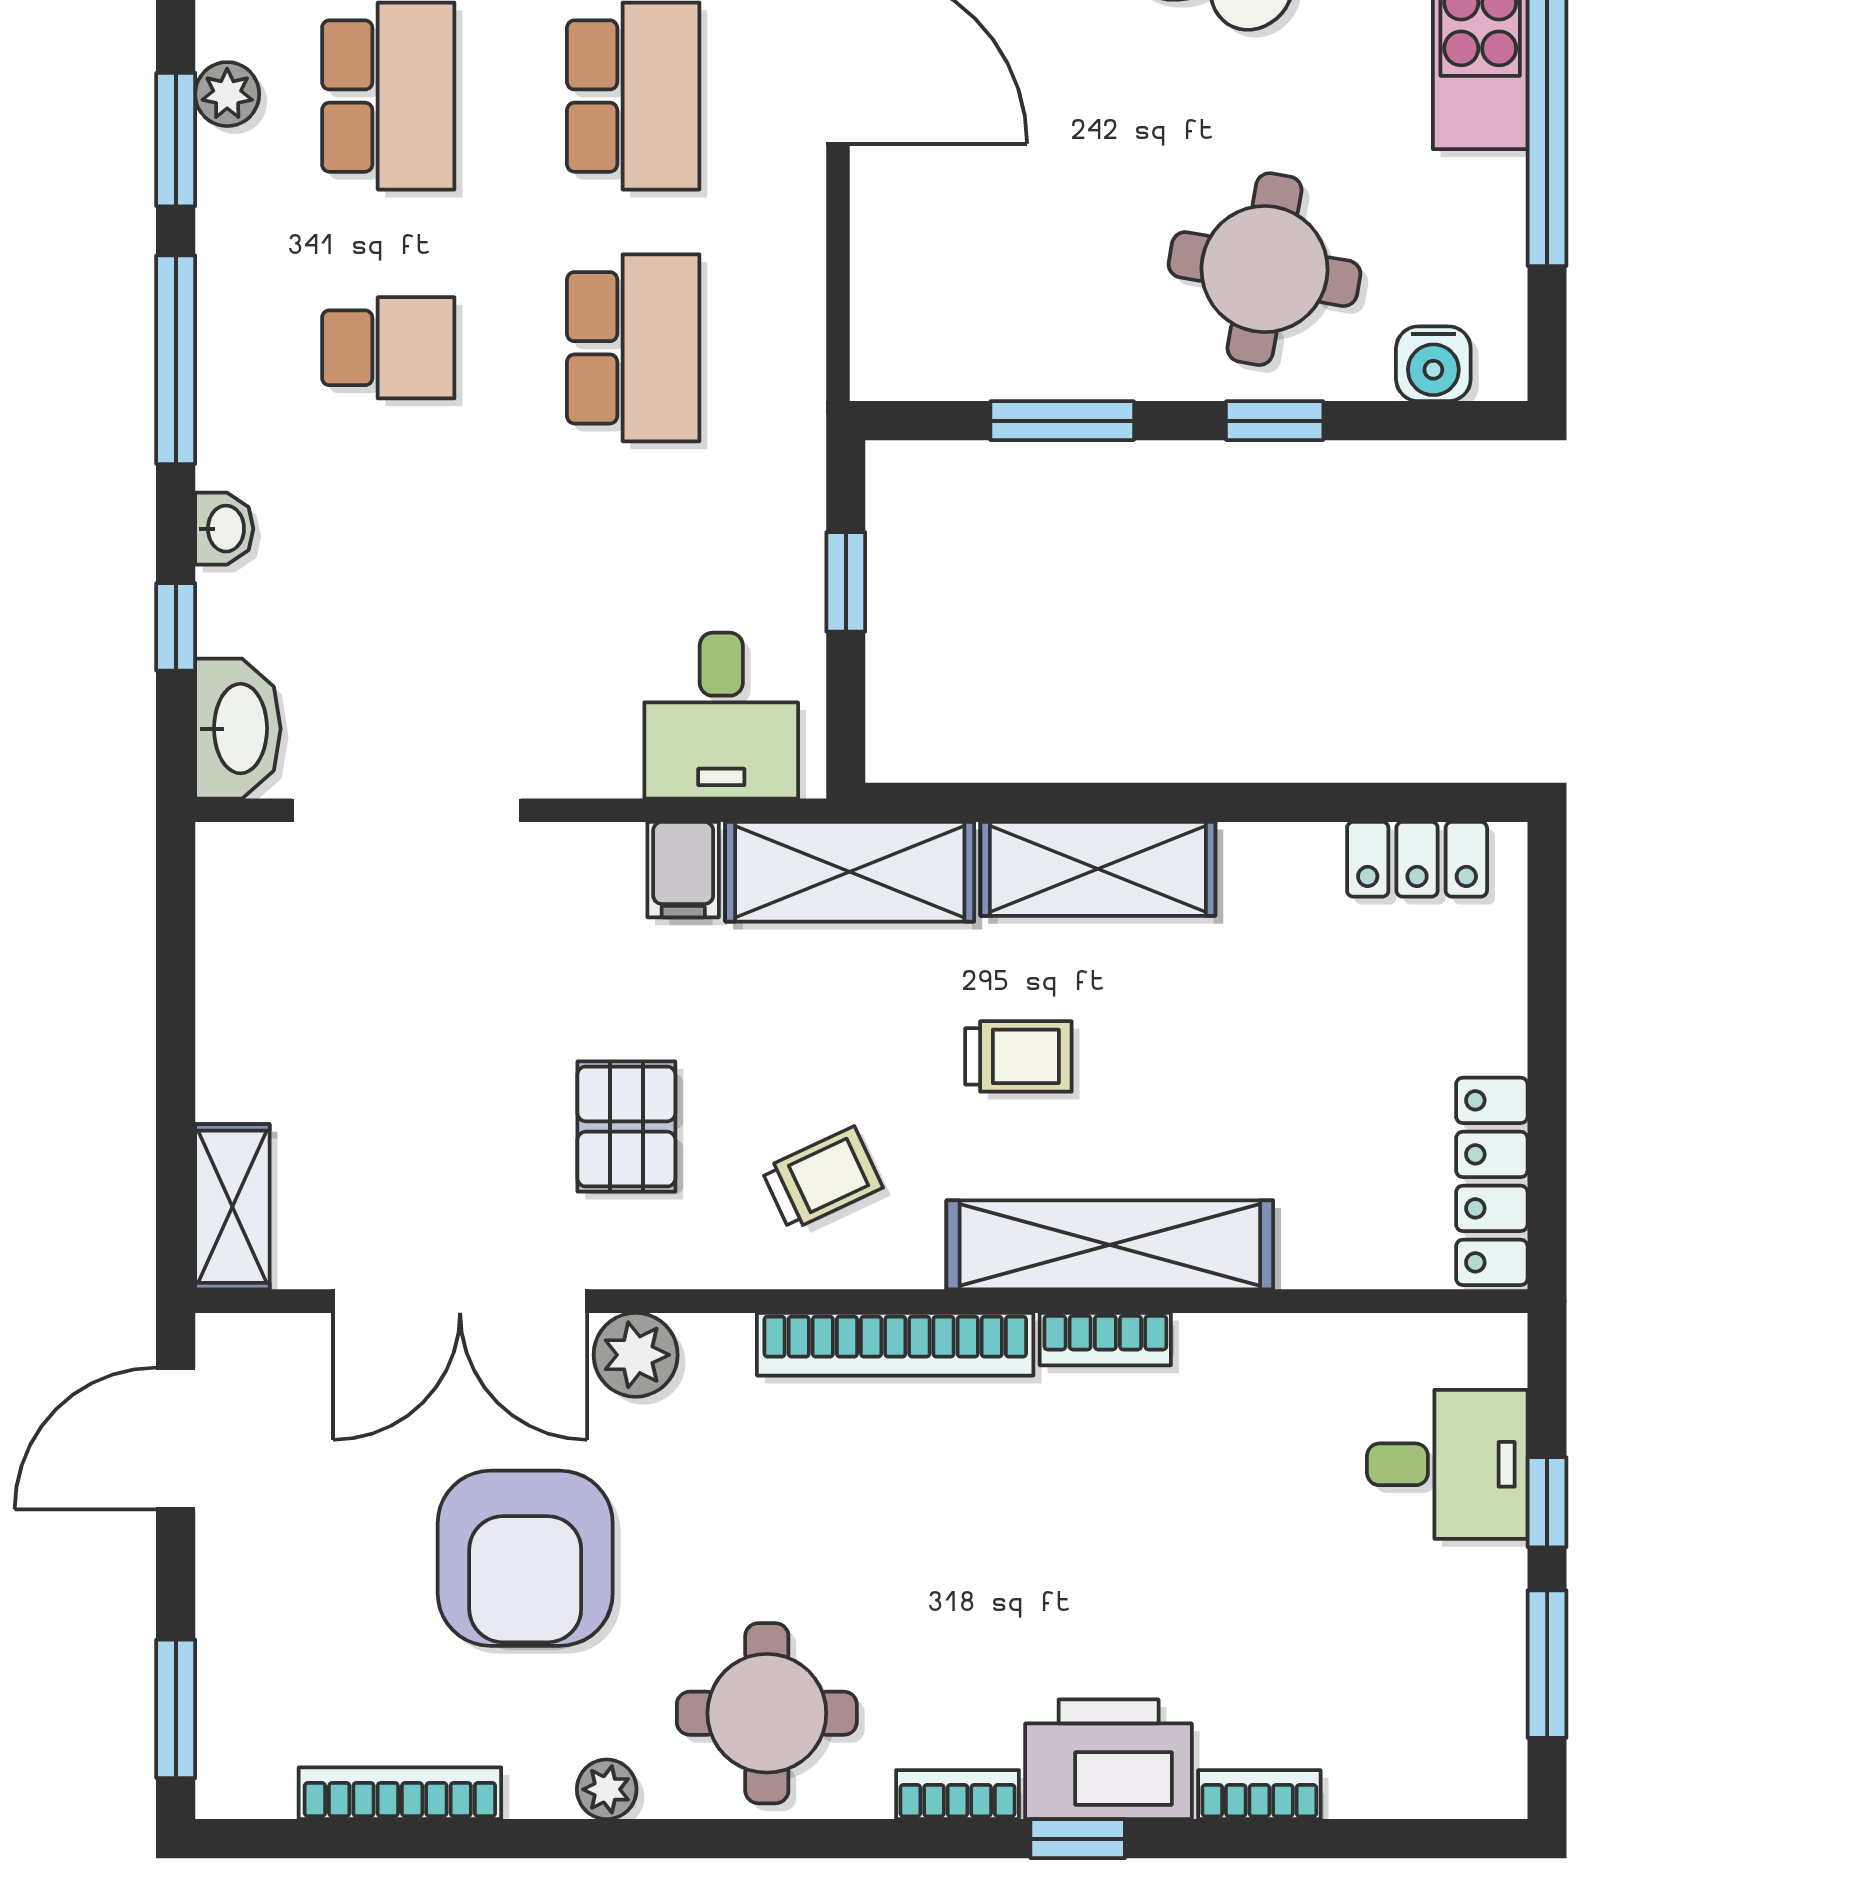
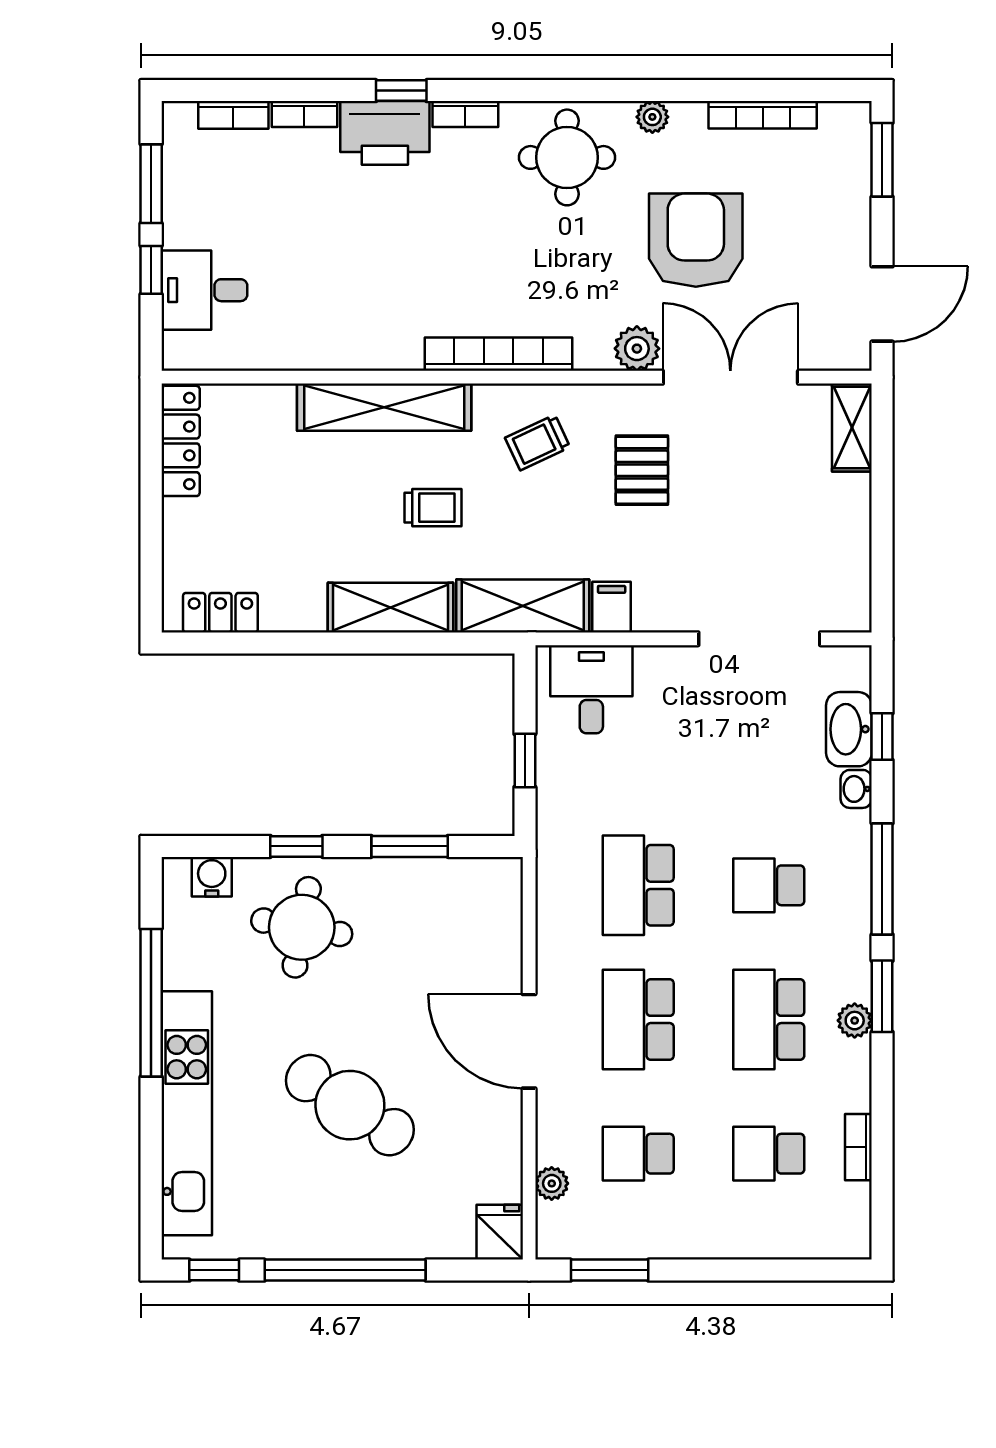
washbasin: (238, 729) -> (849, 729), moved
trolley: (1018, 1056) -> (433, 508), turned 180
bookcase: (1105, 1339) -> (233, 115), moved, turned 180

